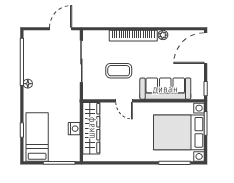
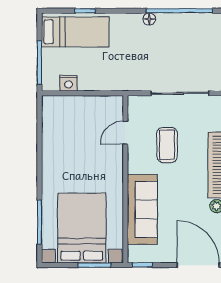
door: (124, 101) -> (125, 133), moved
wardrobe: (91, 128) -> (87, 107), removed
nightstand: (74, 129) -> (69, 83), moved

